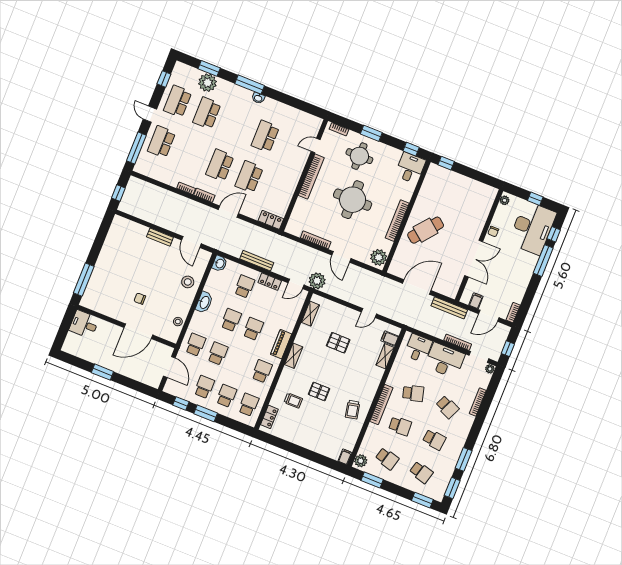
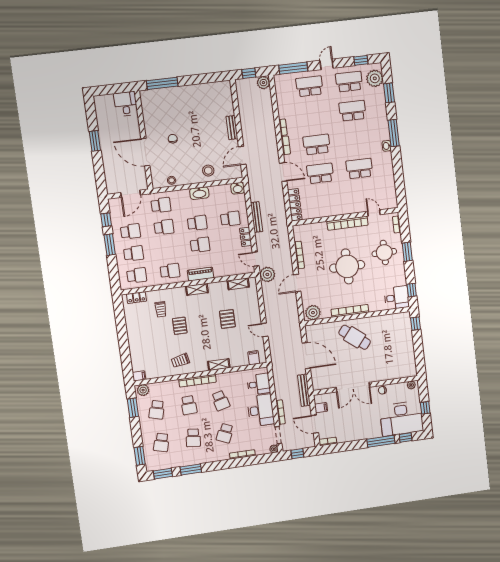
plant: (208, 83) -> (375, 78), moved
plant: (134, 184) -> (263, 83), added
locker: (271, 220) -> (295, 205), width x1.53
shelving: (385, 356) -> (219, 365), moved

